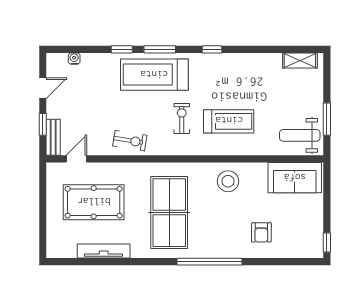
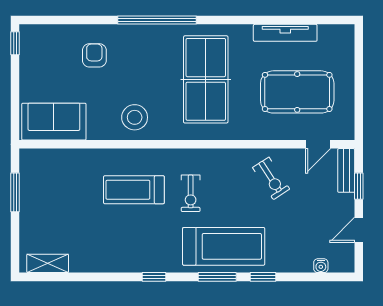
weight bench: (300, 135) -> (48, 173), removed
exercise bike: (130, 141) -> (271, 178), moved, turned -132

